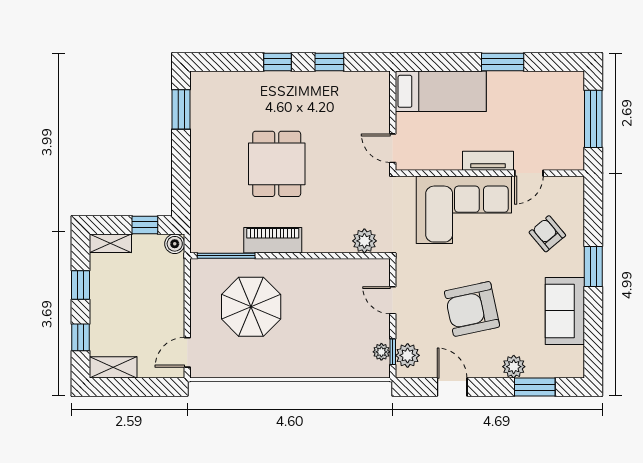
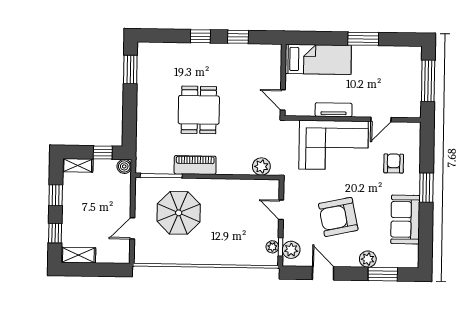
tv unit: (488, 161) -> (334, 110), moved
armchair: (547, 234) -> (394, 163), turned 40
door: (187, 352) -> (132, 228), moved

